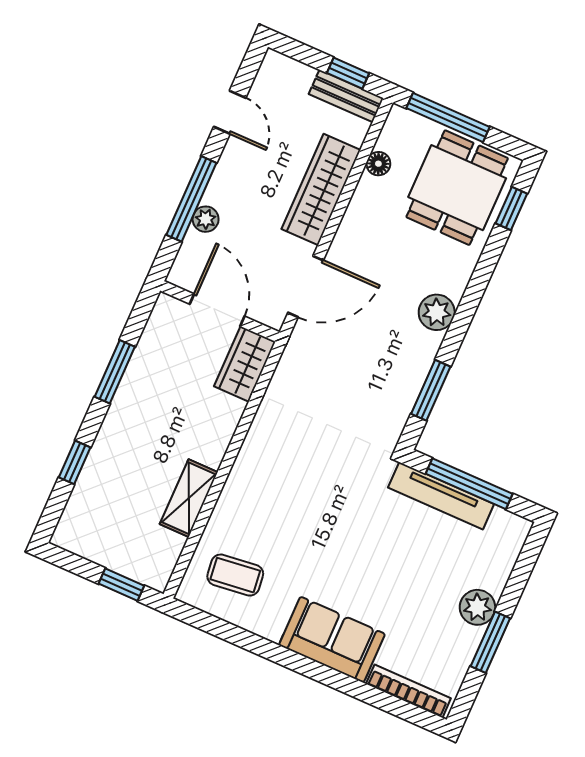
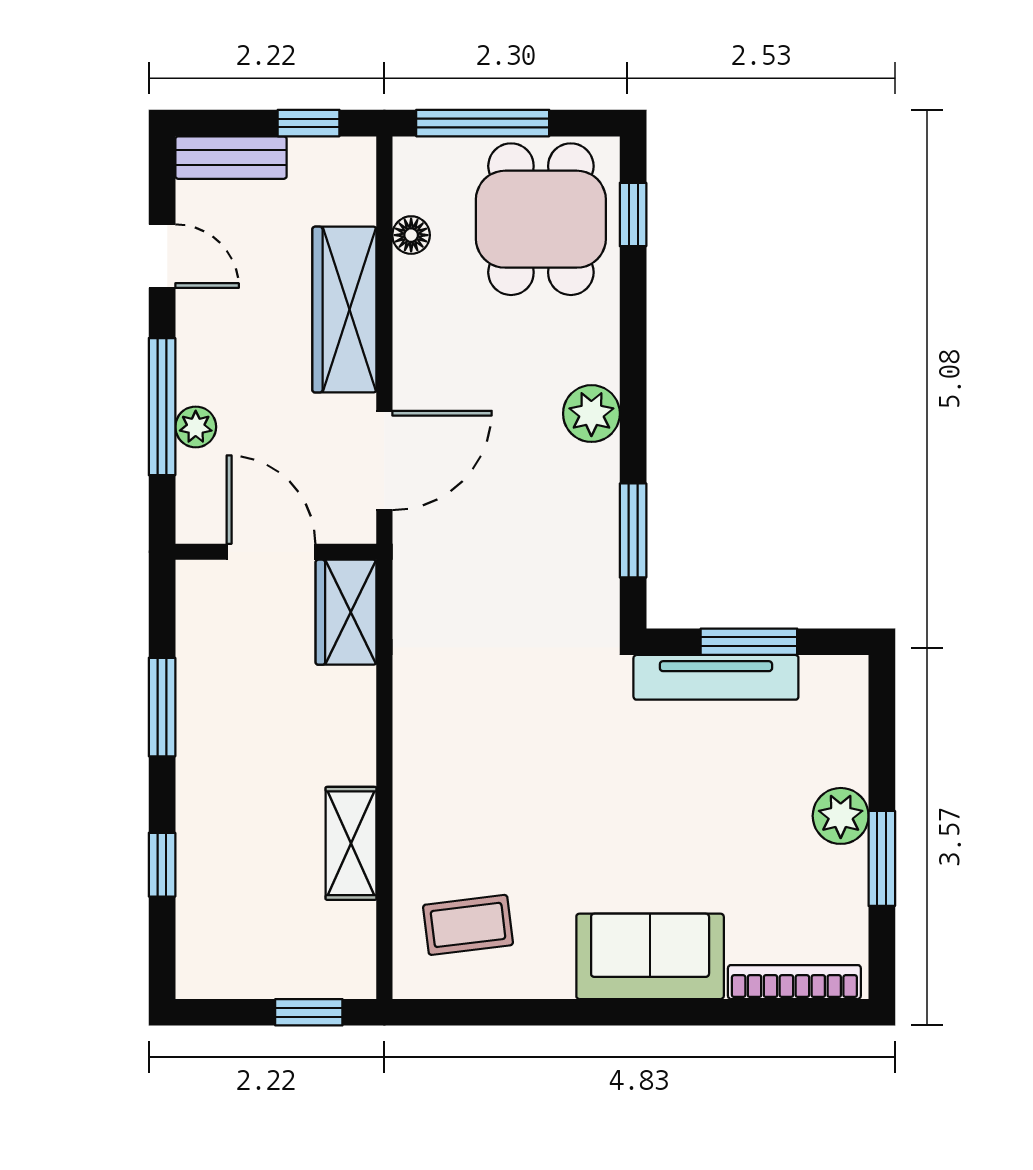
bench: (346, 96) -> (231, 158), moved
window: (469, 484) -> (749, 642), width x0.69

